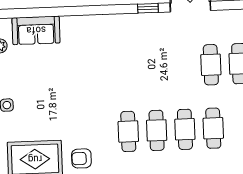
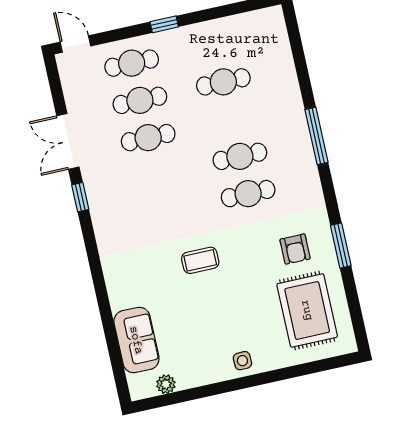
coffee table: (86, 88) -> (200, 260), added
cafe table: (185, 129) -> (148, 138), moved

